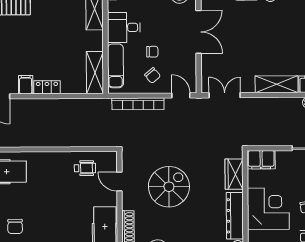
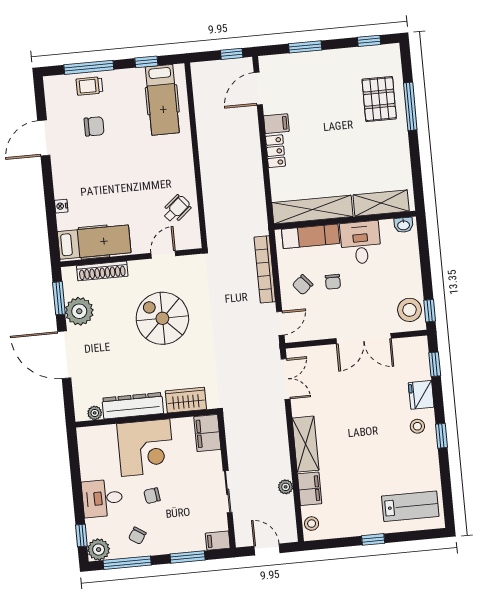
shelving: (95, 73) -> (312, 210), width x1.47
wheelchair: (85, 168) -> (177, 209), turned -130
spiral stairs: (169, 187) -> (162, 318), turned 180
chair: (15, 226) -> (94, 126), turned 180

